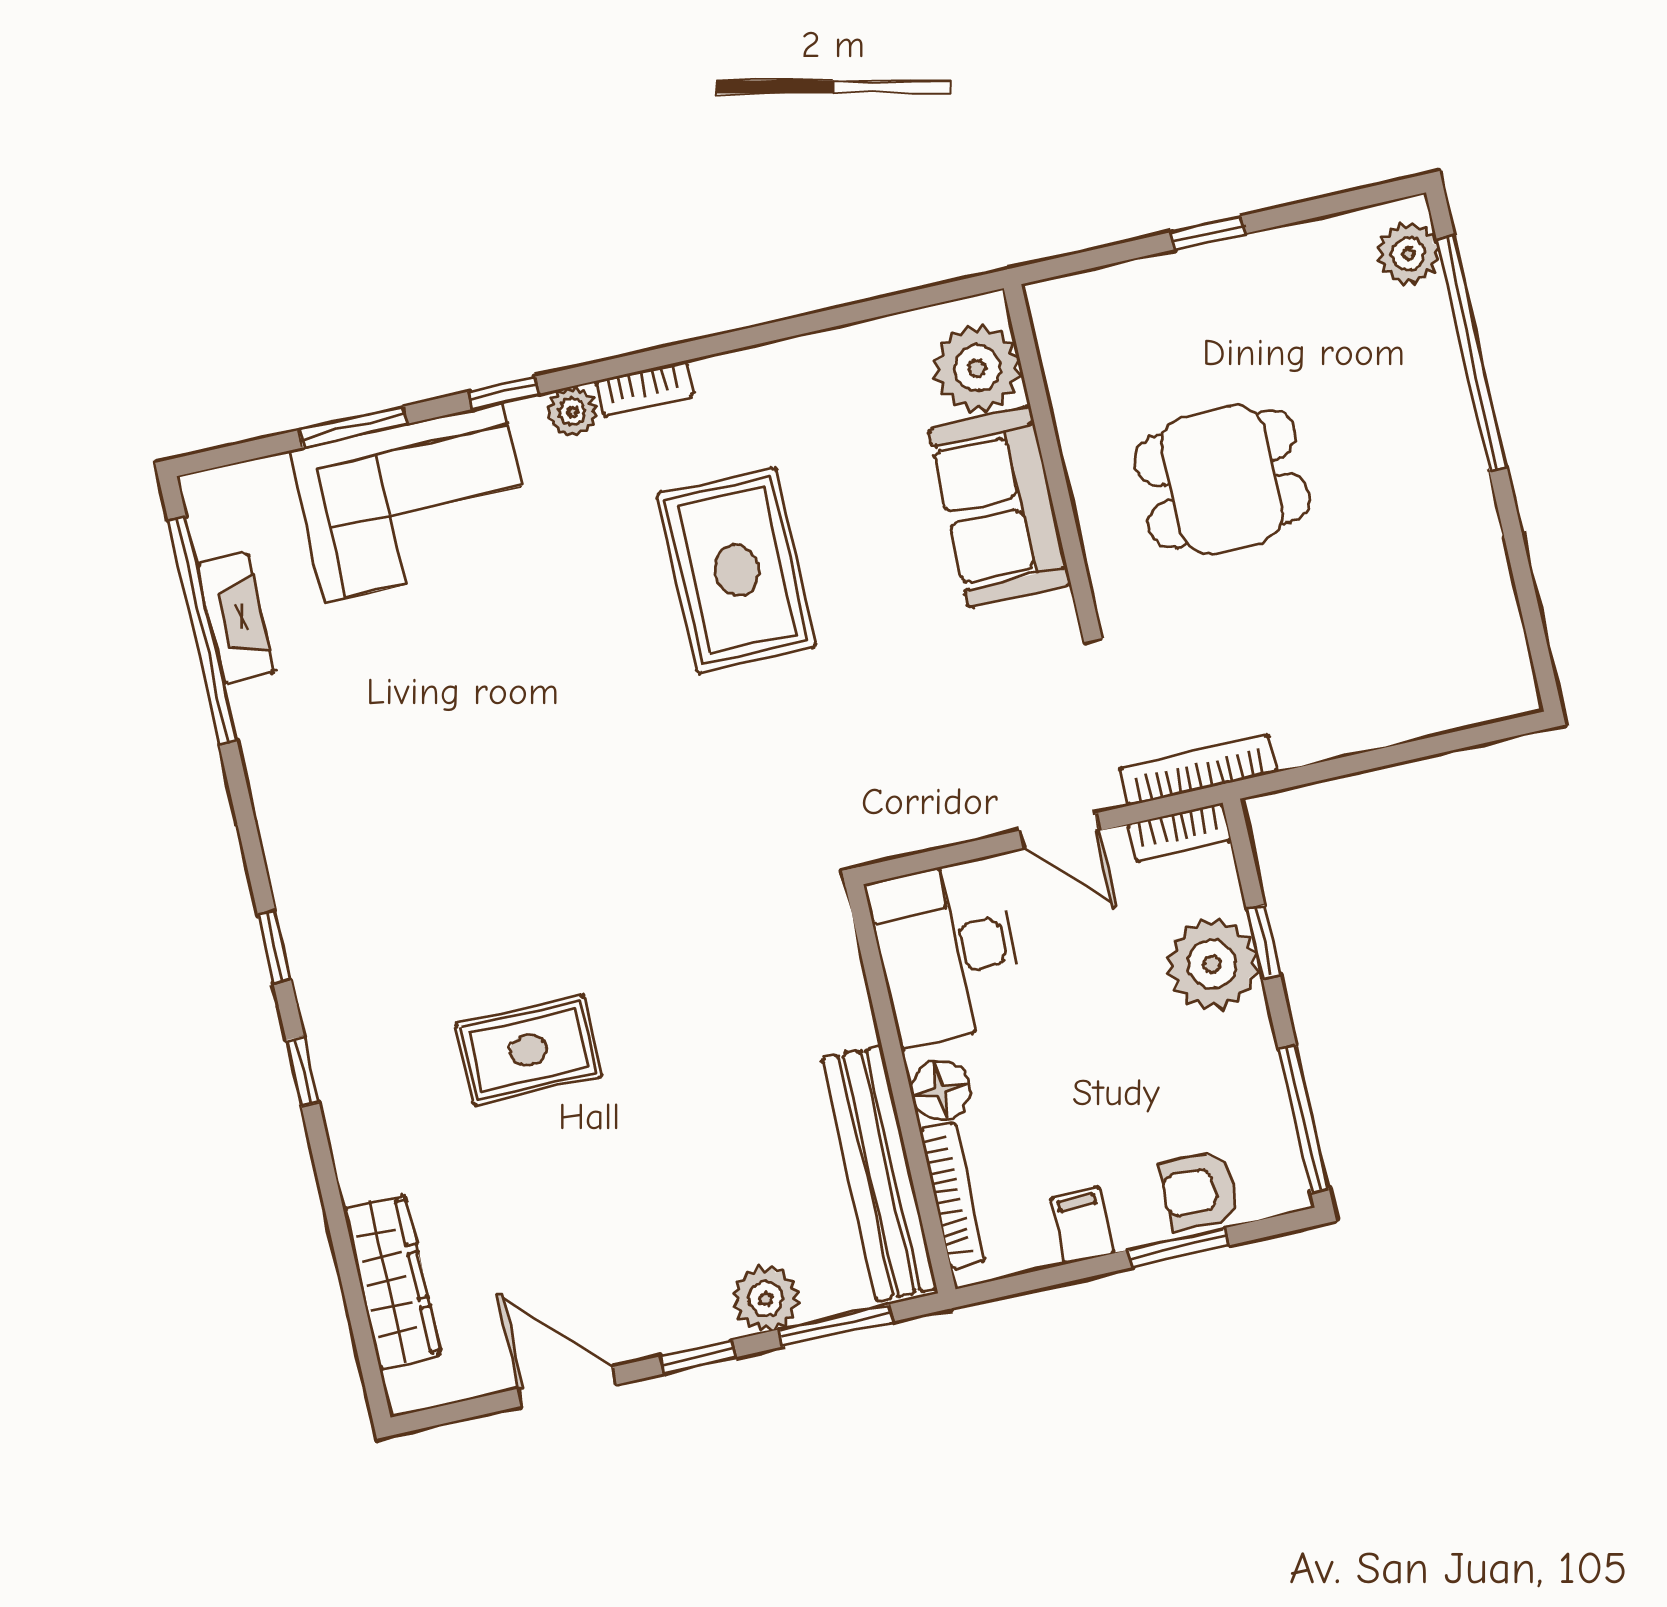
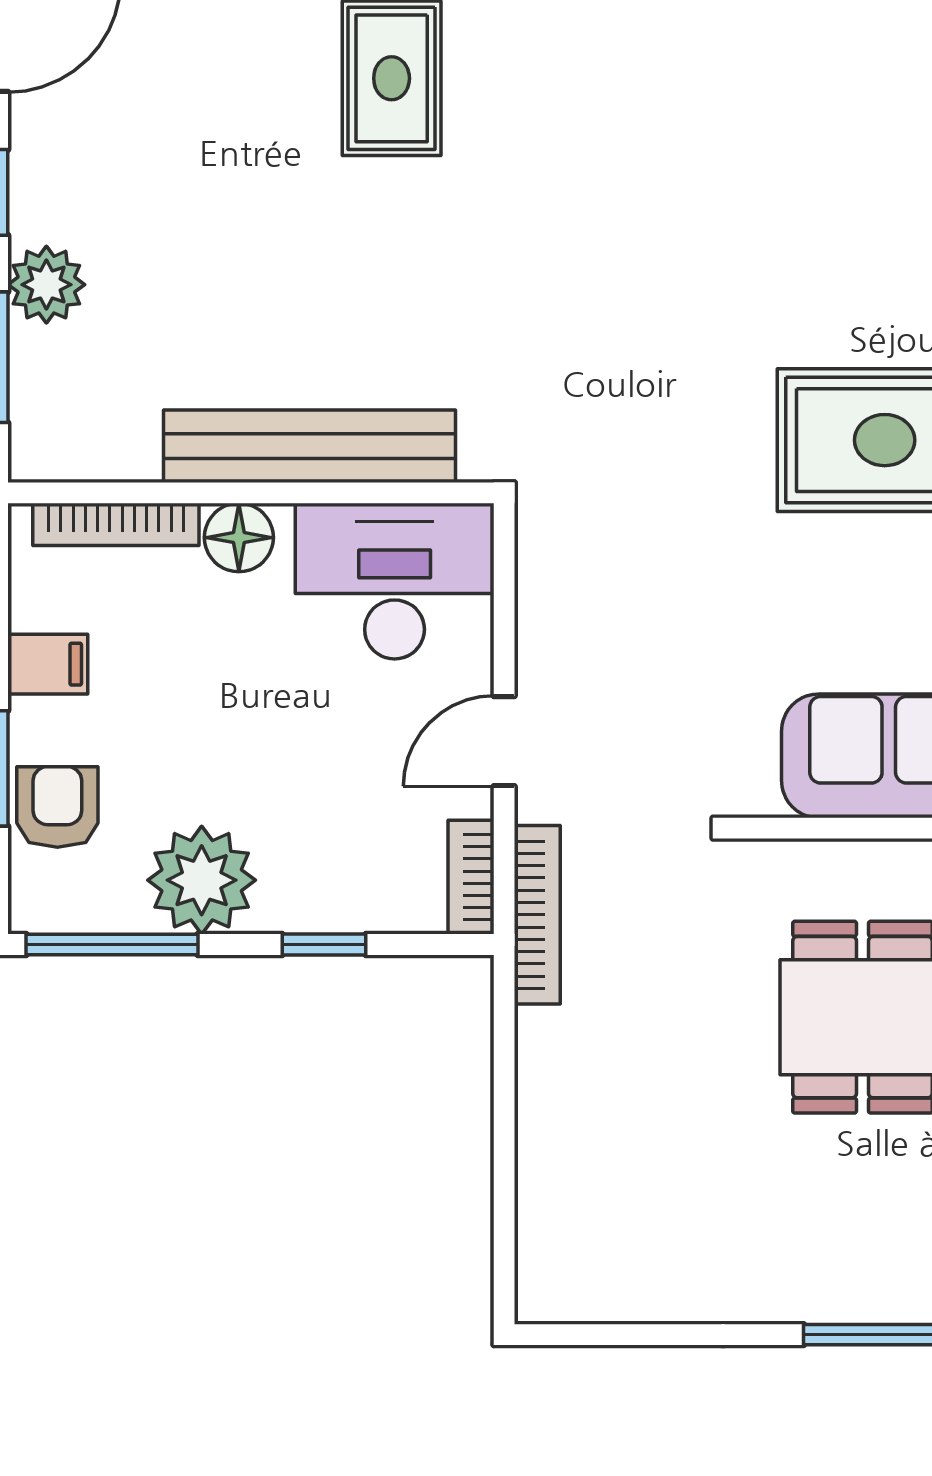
plant: (1212, 964) -> (202, 880), moved
bench: (879, 1174) -> (309, 446), moved

